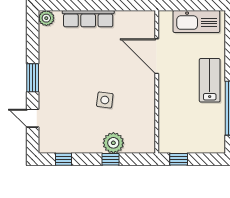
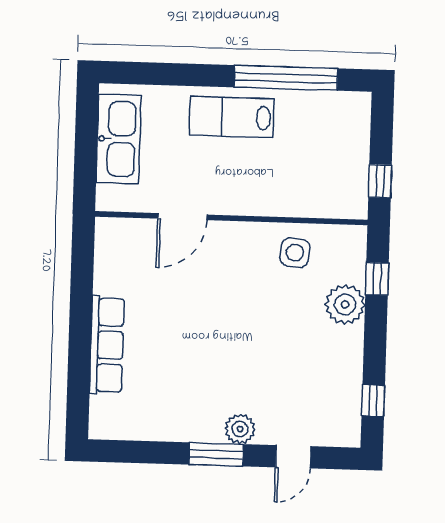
plant: (46, 18) -> (240, 429), moved
door: (157, 56) -> (182, 217), width x0.73
side table: (105, 100) -> (295, 253), moved
window: (110, 159) -> (377, 279), moved

